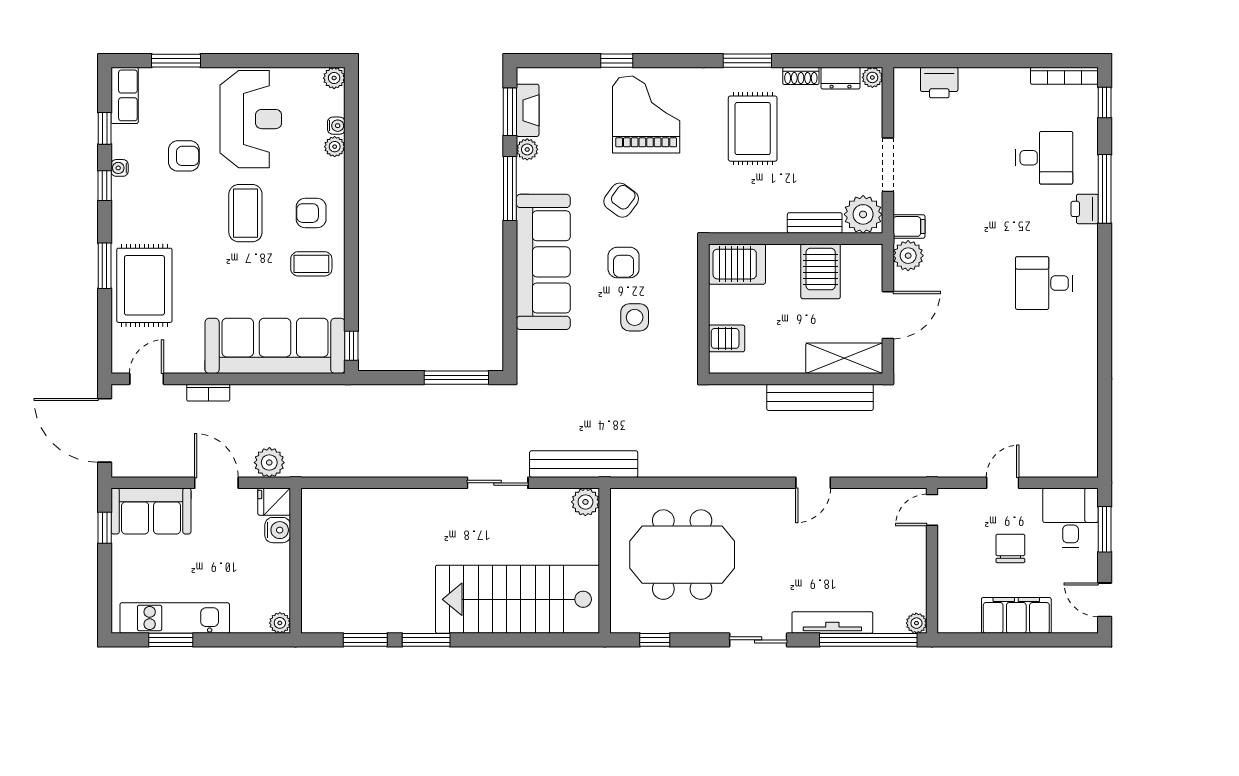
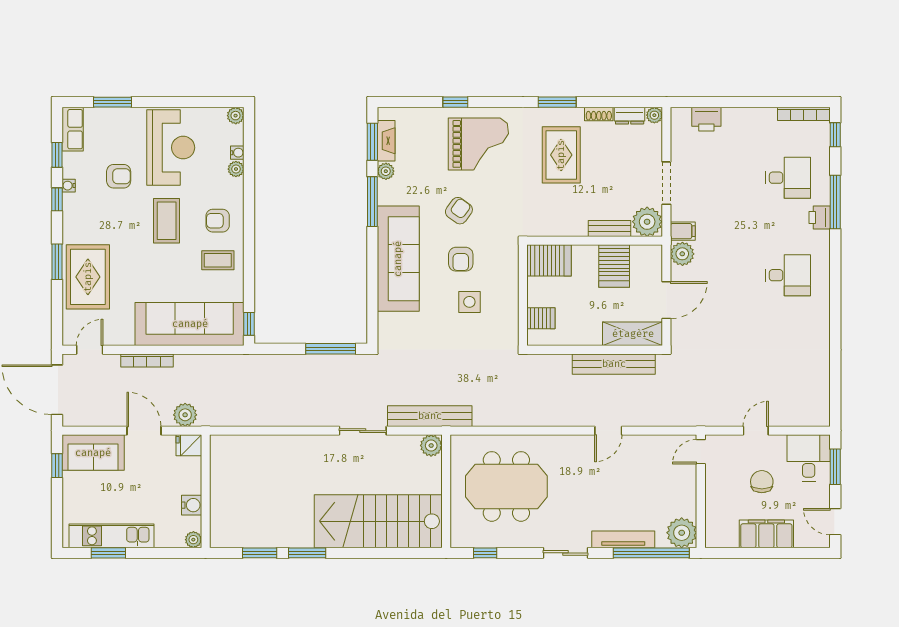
grand piano: (646, 114) -> (478, 144), turned 90
desk: (1044, 283) -> (788, 275), turned 180
bookcase: (208, 393) -> (147, 360), width x1.56
water cooler: (278, 530) -> (192, 505), moved
plant: (916, 623) -> (682, 533), width x1.88, depth x1.88

